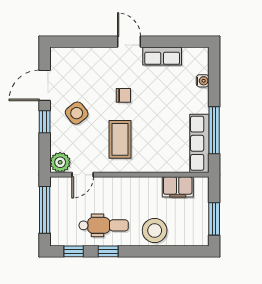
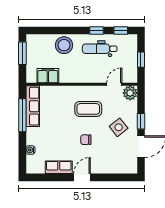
door: (129, 42) -> (82, 177), swing flipped
coffee table: (120, 139) -> (88, 109), turned 90
window: (45, 210) -> (141, 60), width x0.46

